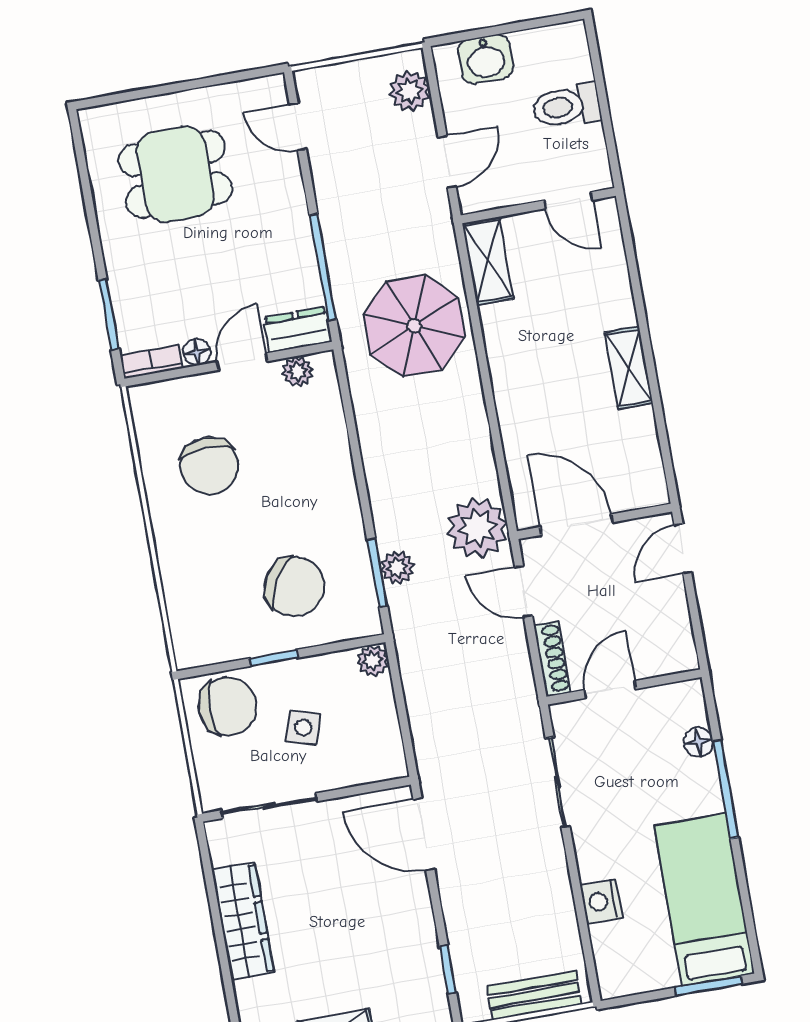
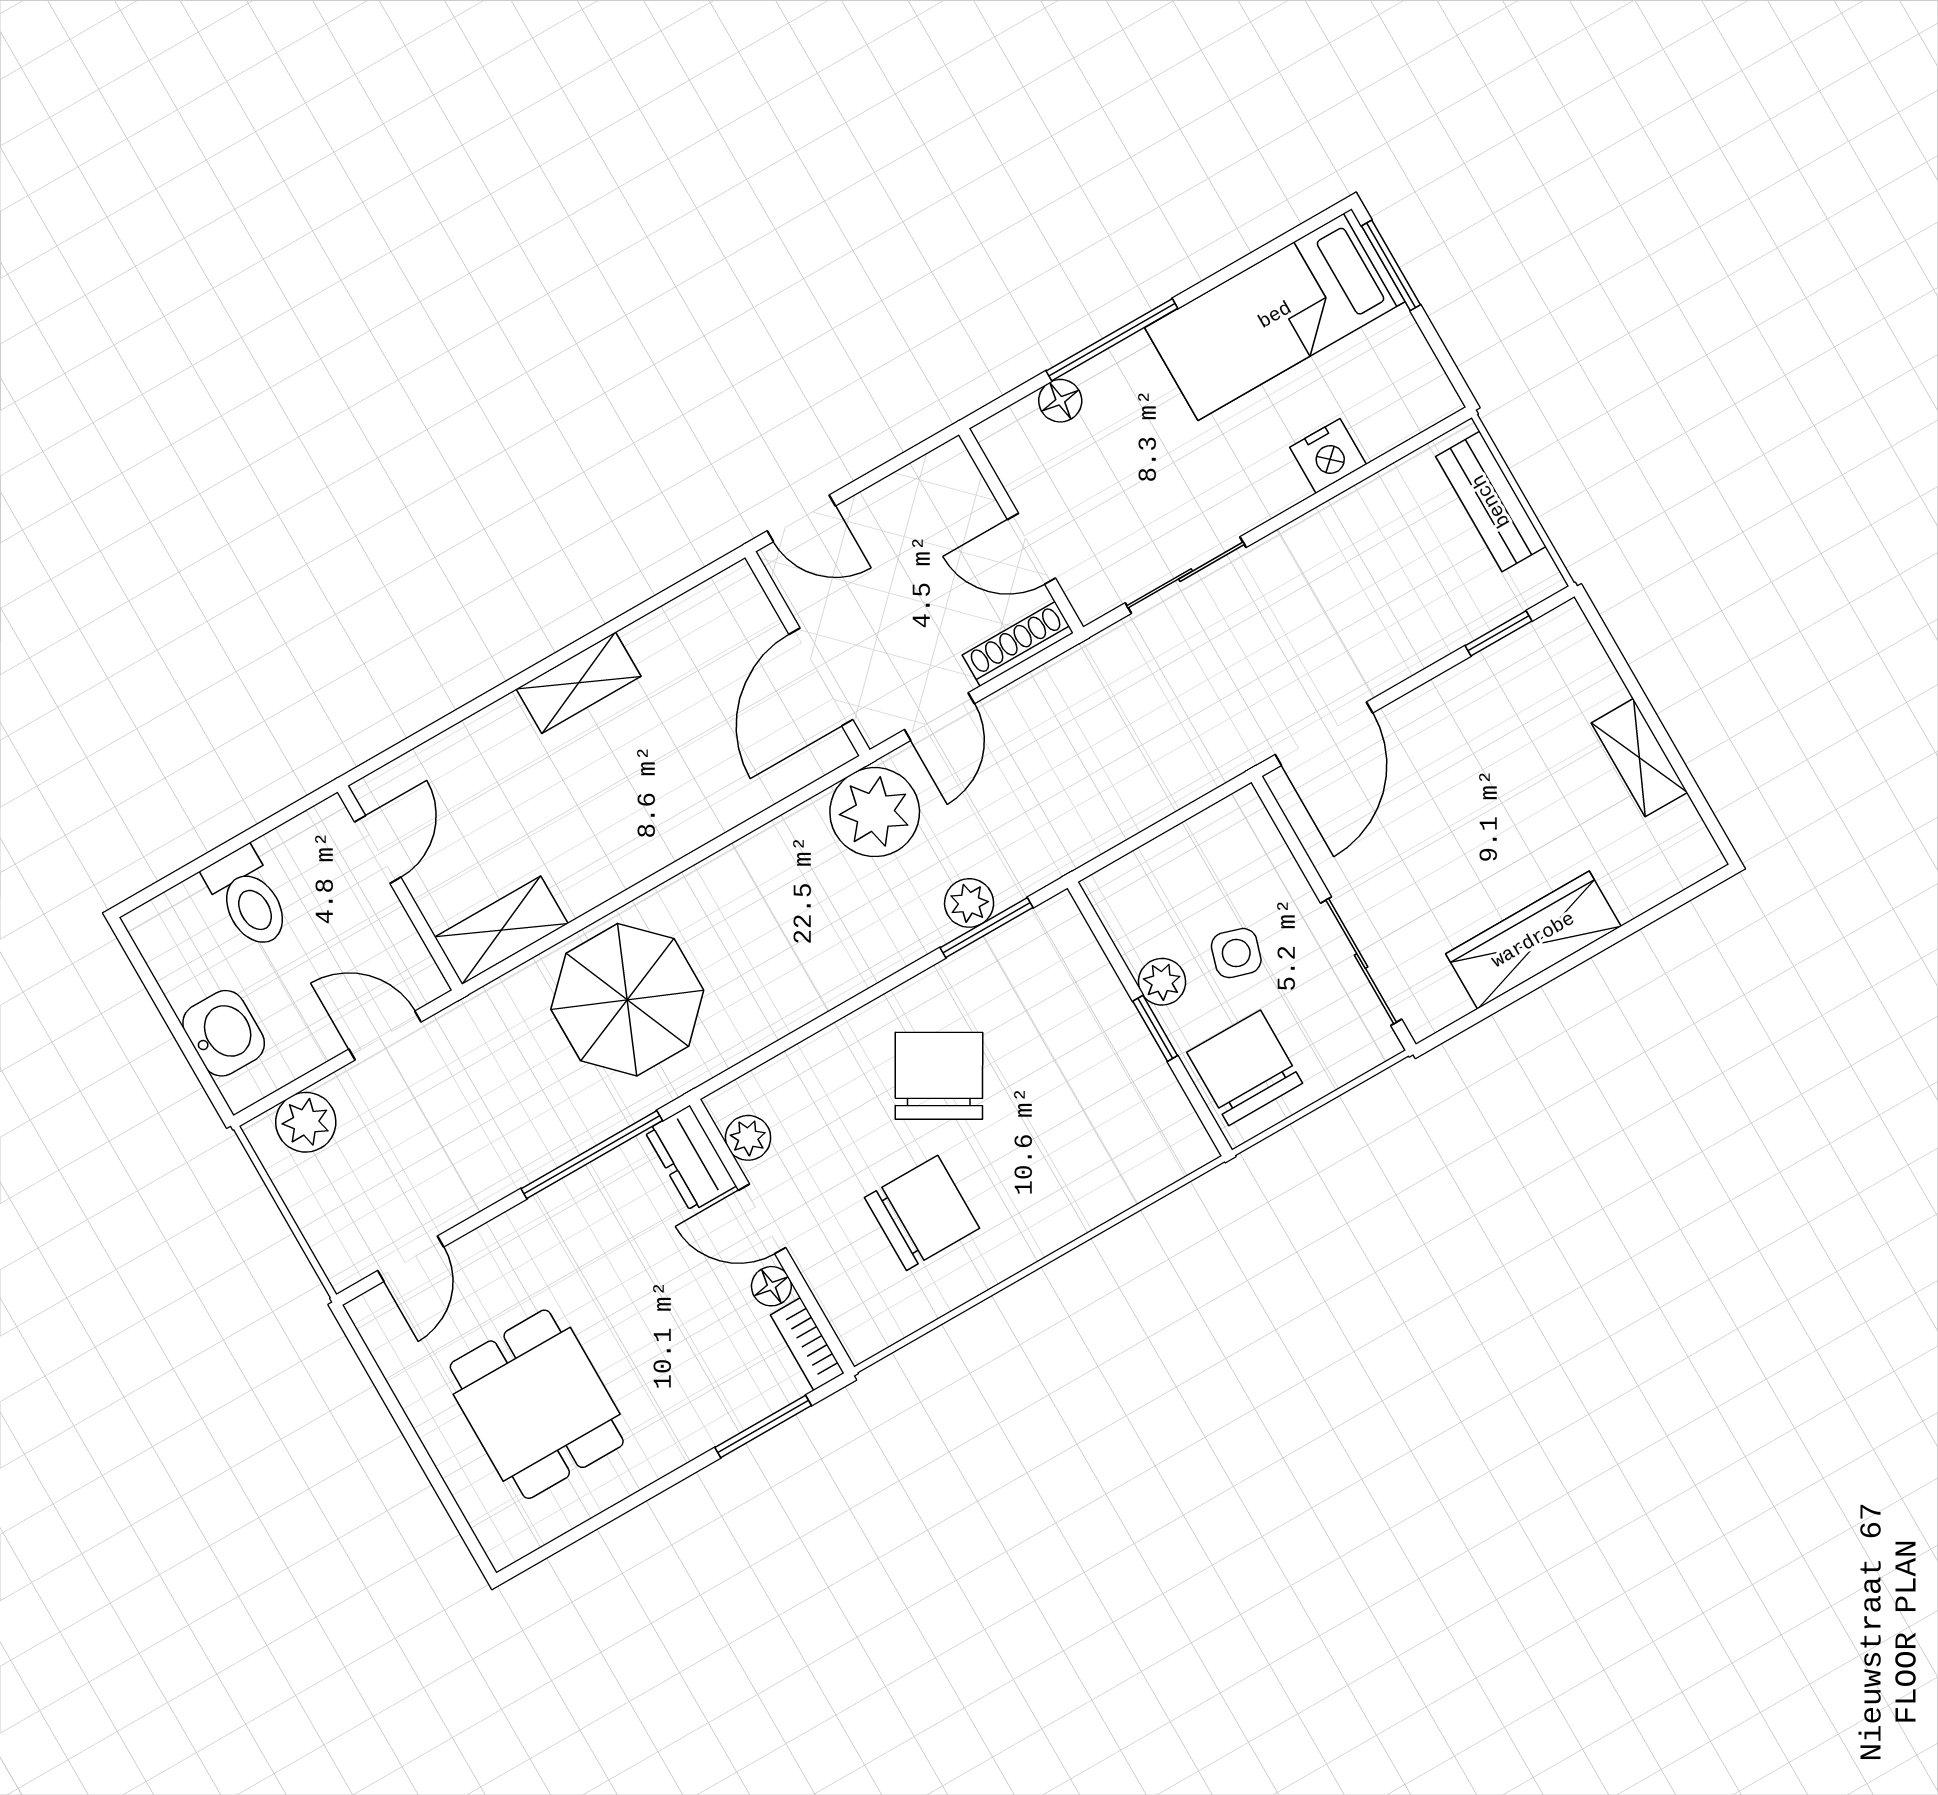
chair: (294, 586) -> (939, 1076), moved
plant: (373, 661) -> (1162, 982), moved

